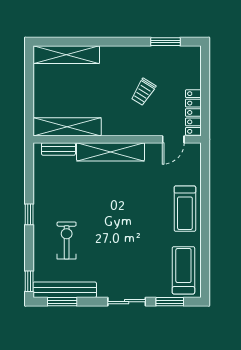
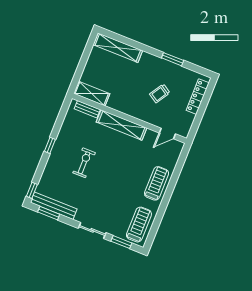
window: (166, 42) -> (173, 59), moved
locker: (193, 112) -> (198, 97), moved
shelving: (67, 127) -> (92, 94), width x0.68
treadmill: (185, 209) -> (157, 183), turned 180
exercise bike: (67, 240) -> (84, 163), moved

